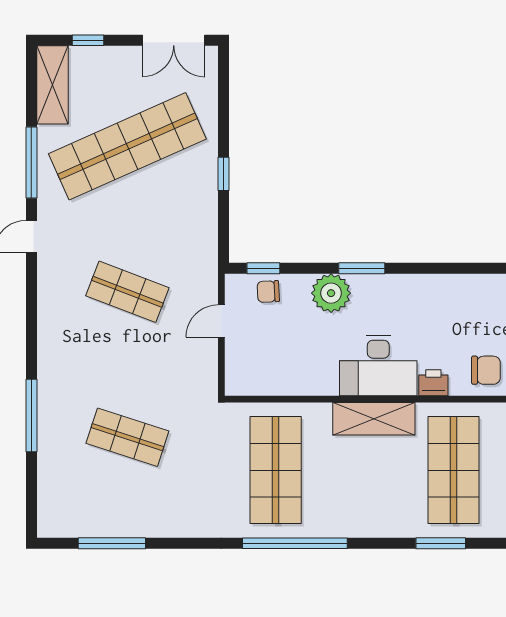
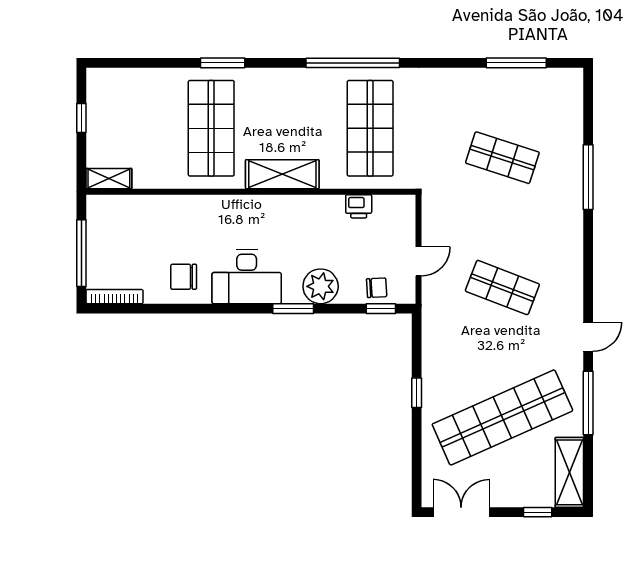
desk: (378, 366) -> (247, 277), moved, turned 180
chair: (486, 370) -> (184, 277), moved
printer: (433, 383) -> (359, 206), moved

